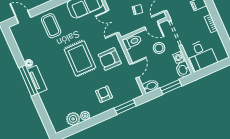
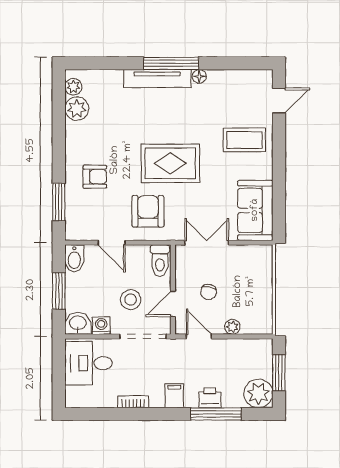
tv unit: (37, 79) -> (157, 79), width x1.41
plant: (85, 116) -> (73, 87), moved

